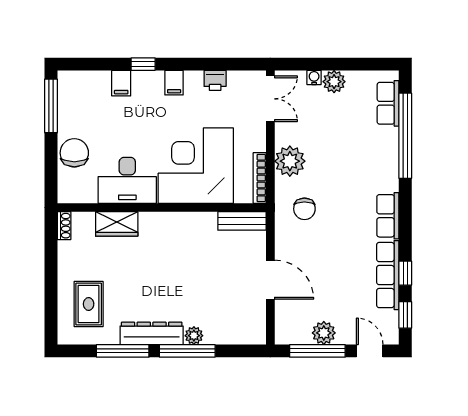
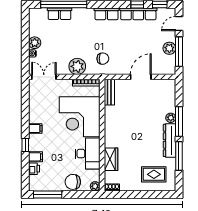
printer: (215, 80) -> (34, 169), moved
row of seats: (388, 103) -> (59, 14), moved
plant: (66, 194) -> (95, 186), added

